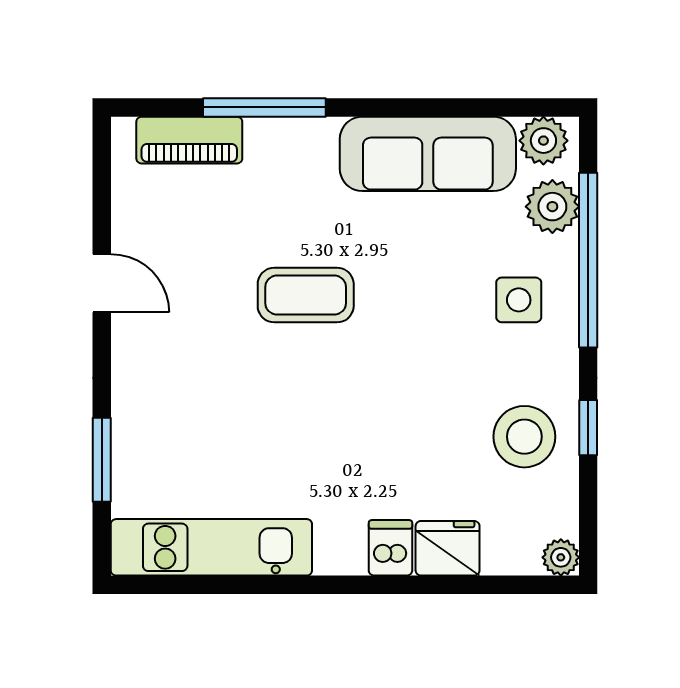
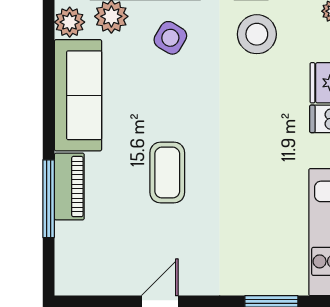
piano: (189, 140) -> (69, 187), moved
side table: (519, 300) -> (170, 38), turned 31

